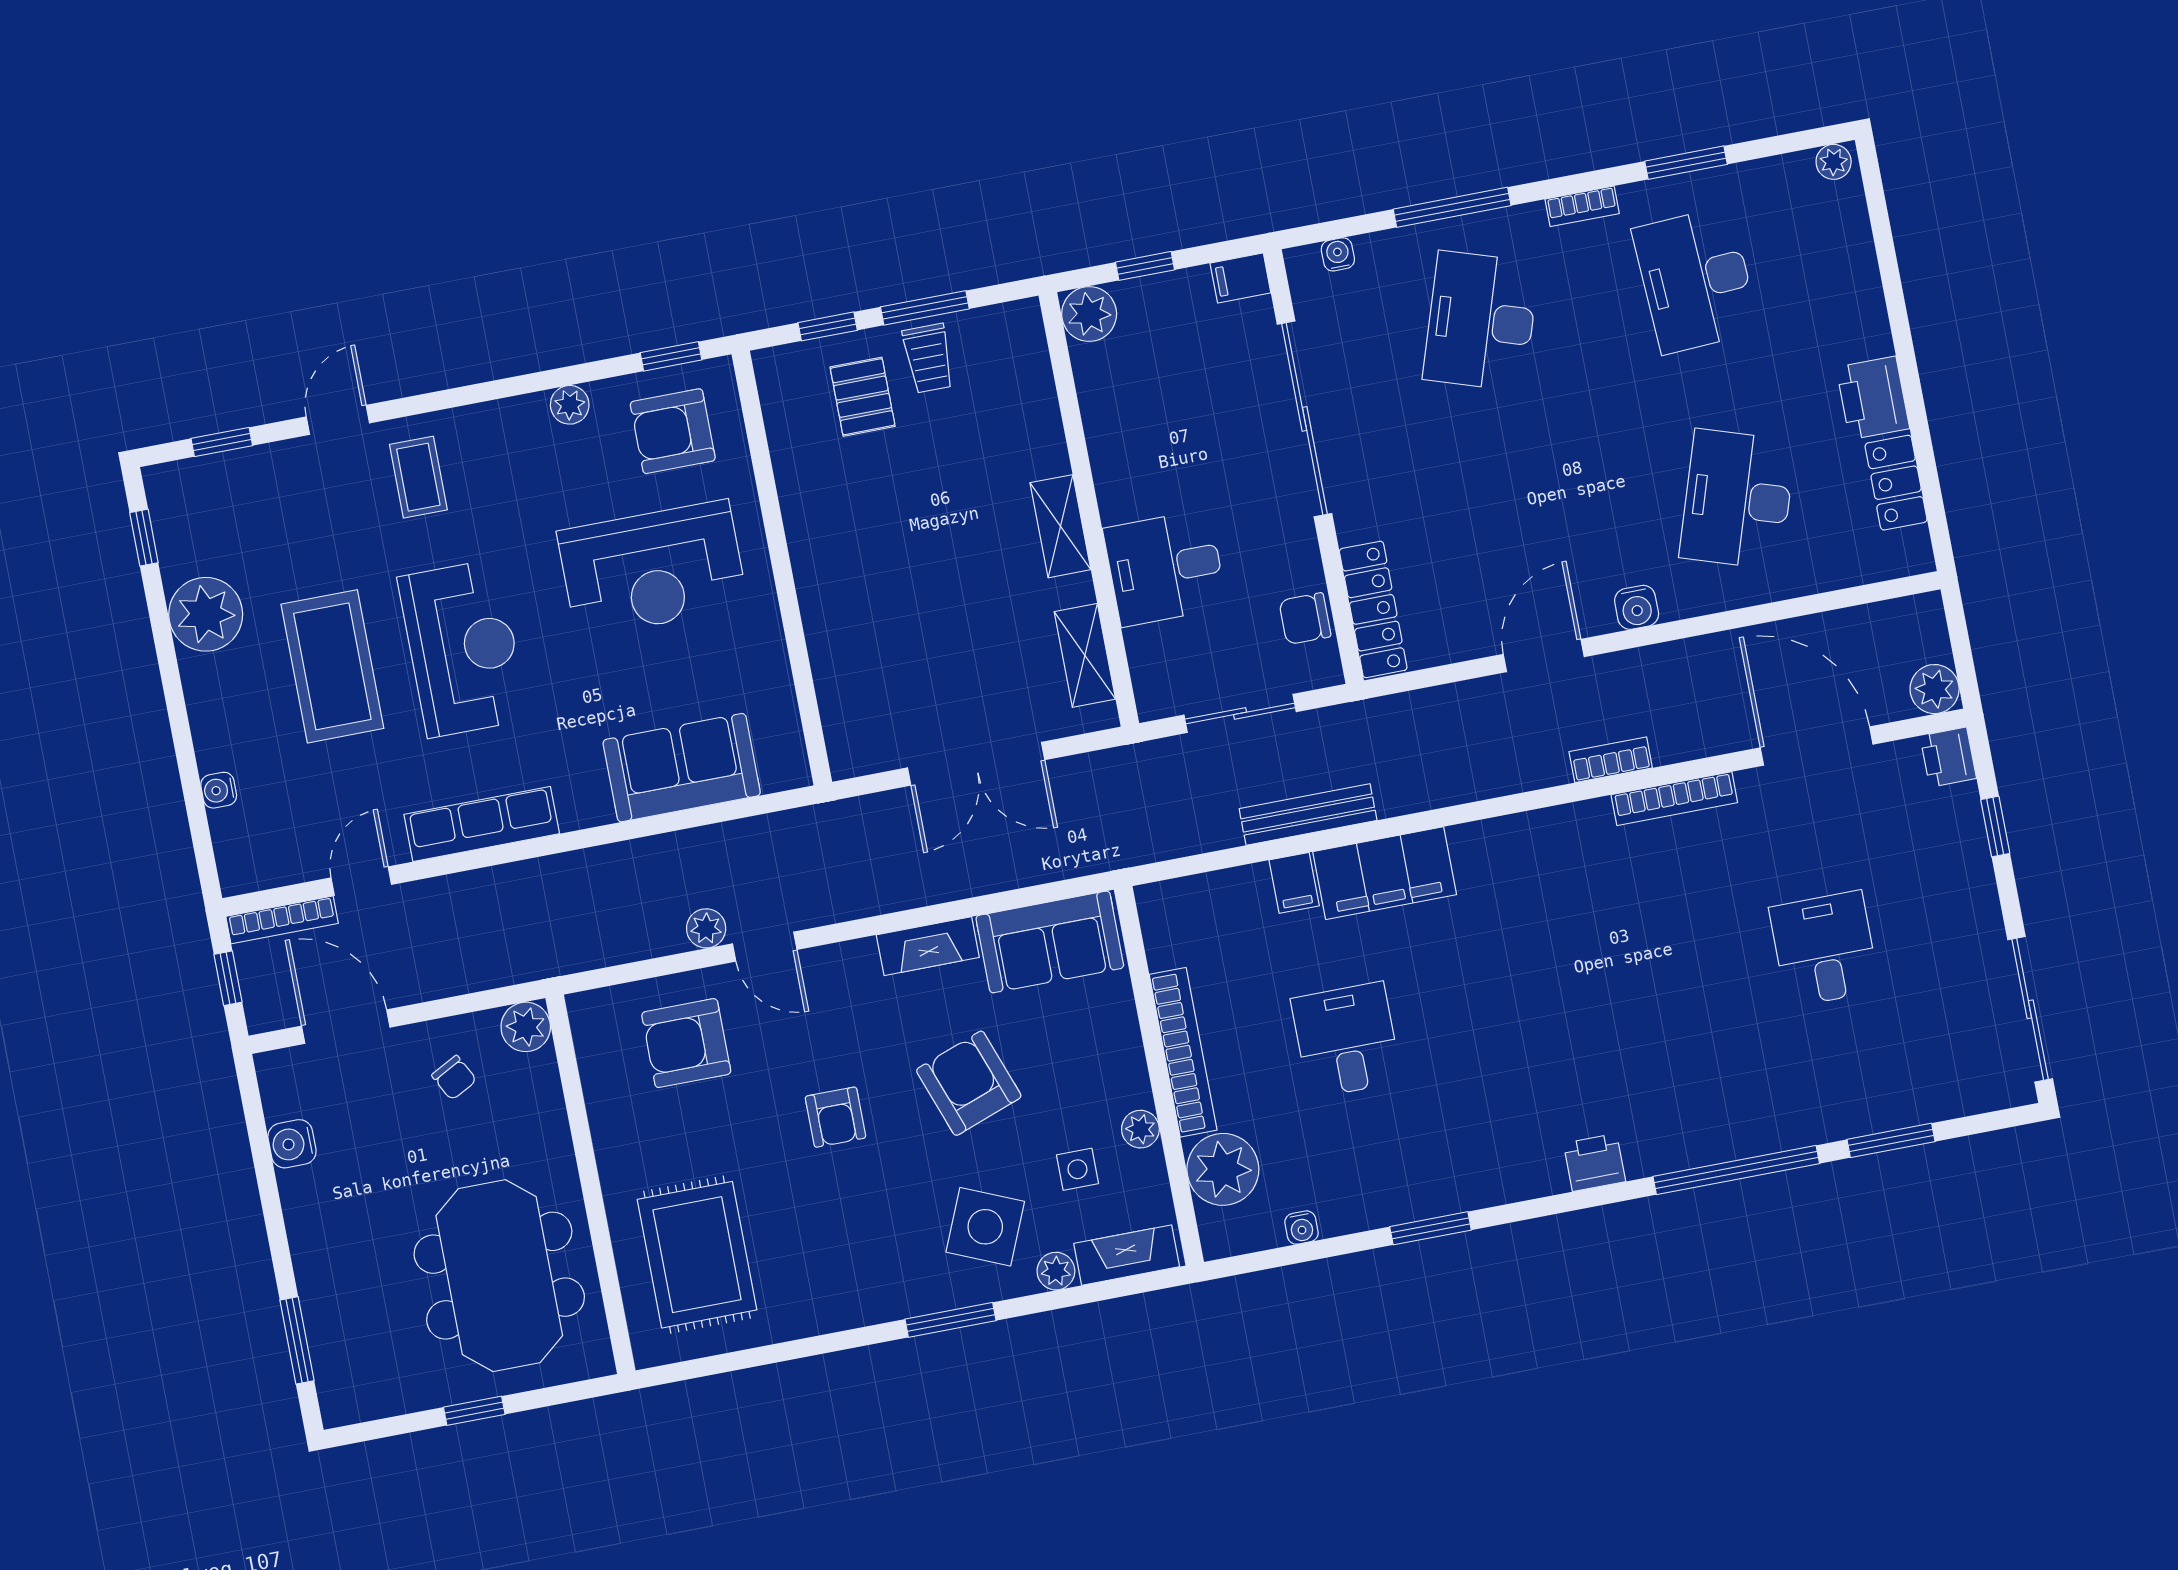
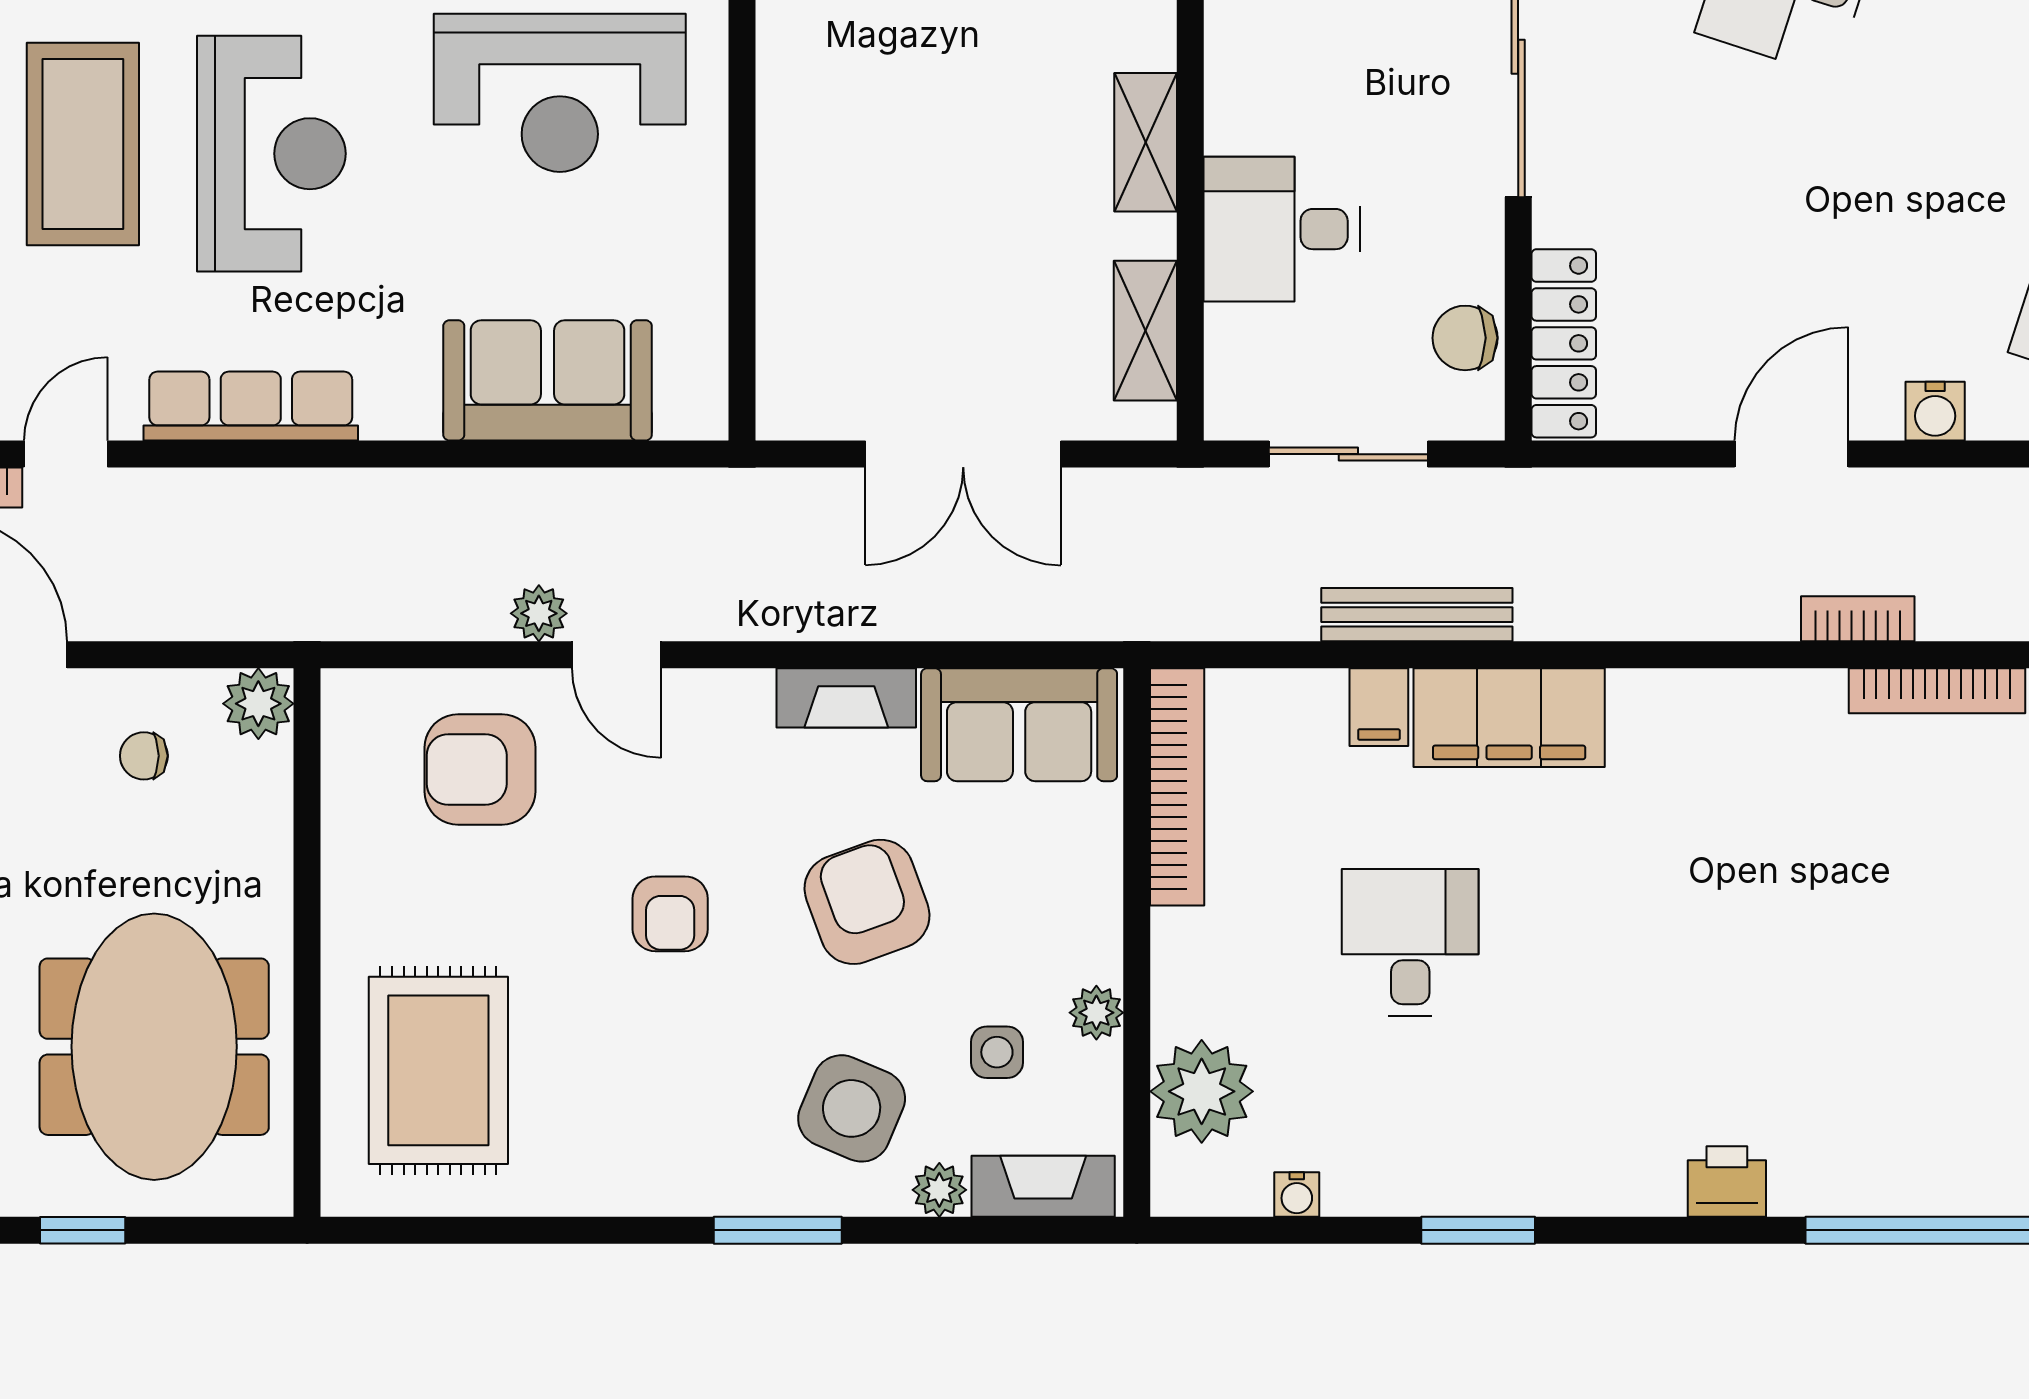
bookcase: (1183, 1052) -> (1177, 787), moved
chair: (454, 1078) -> (144, 756), turned 118

